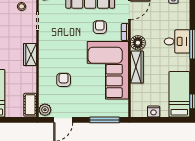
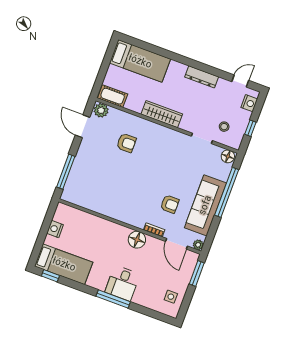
wardrobe: (30, 54) -> (162, 114), width x1.50
wardrobe: (137, 67) -> (111, 229), removed
corner sofa: (108, 70) -> (119, 195), removed

